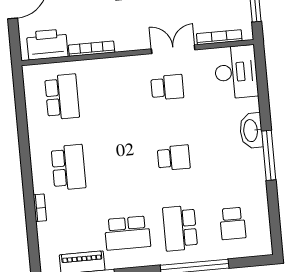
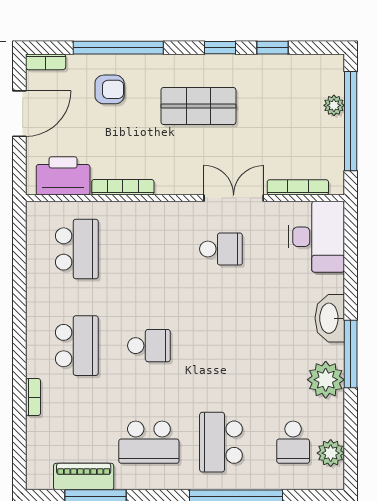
school desk: (174, 158) -> (149, 346), moved
plant: (252, 176) -> (326, 380), added
plant: (261, 229) -> (331, 453), added

